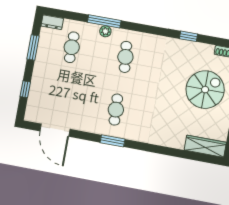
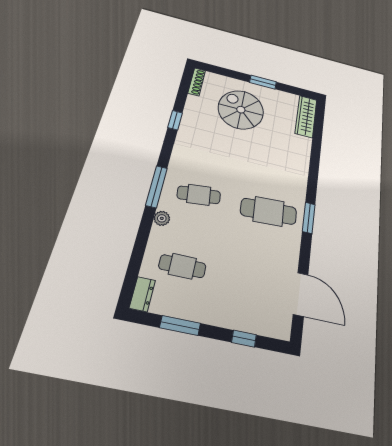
window: (104, 21) -> (156, 187), moved
cafe table: (116, 110) -> (269, 211), width x1.37, depth x1.35
door: (55, 130) -> (301, 294), hinge flipped

